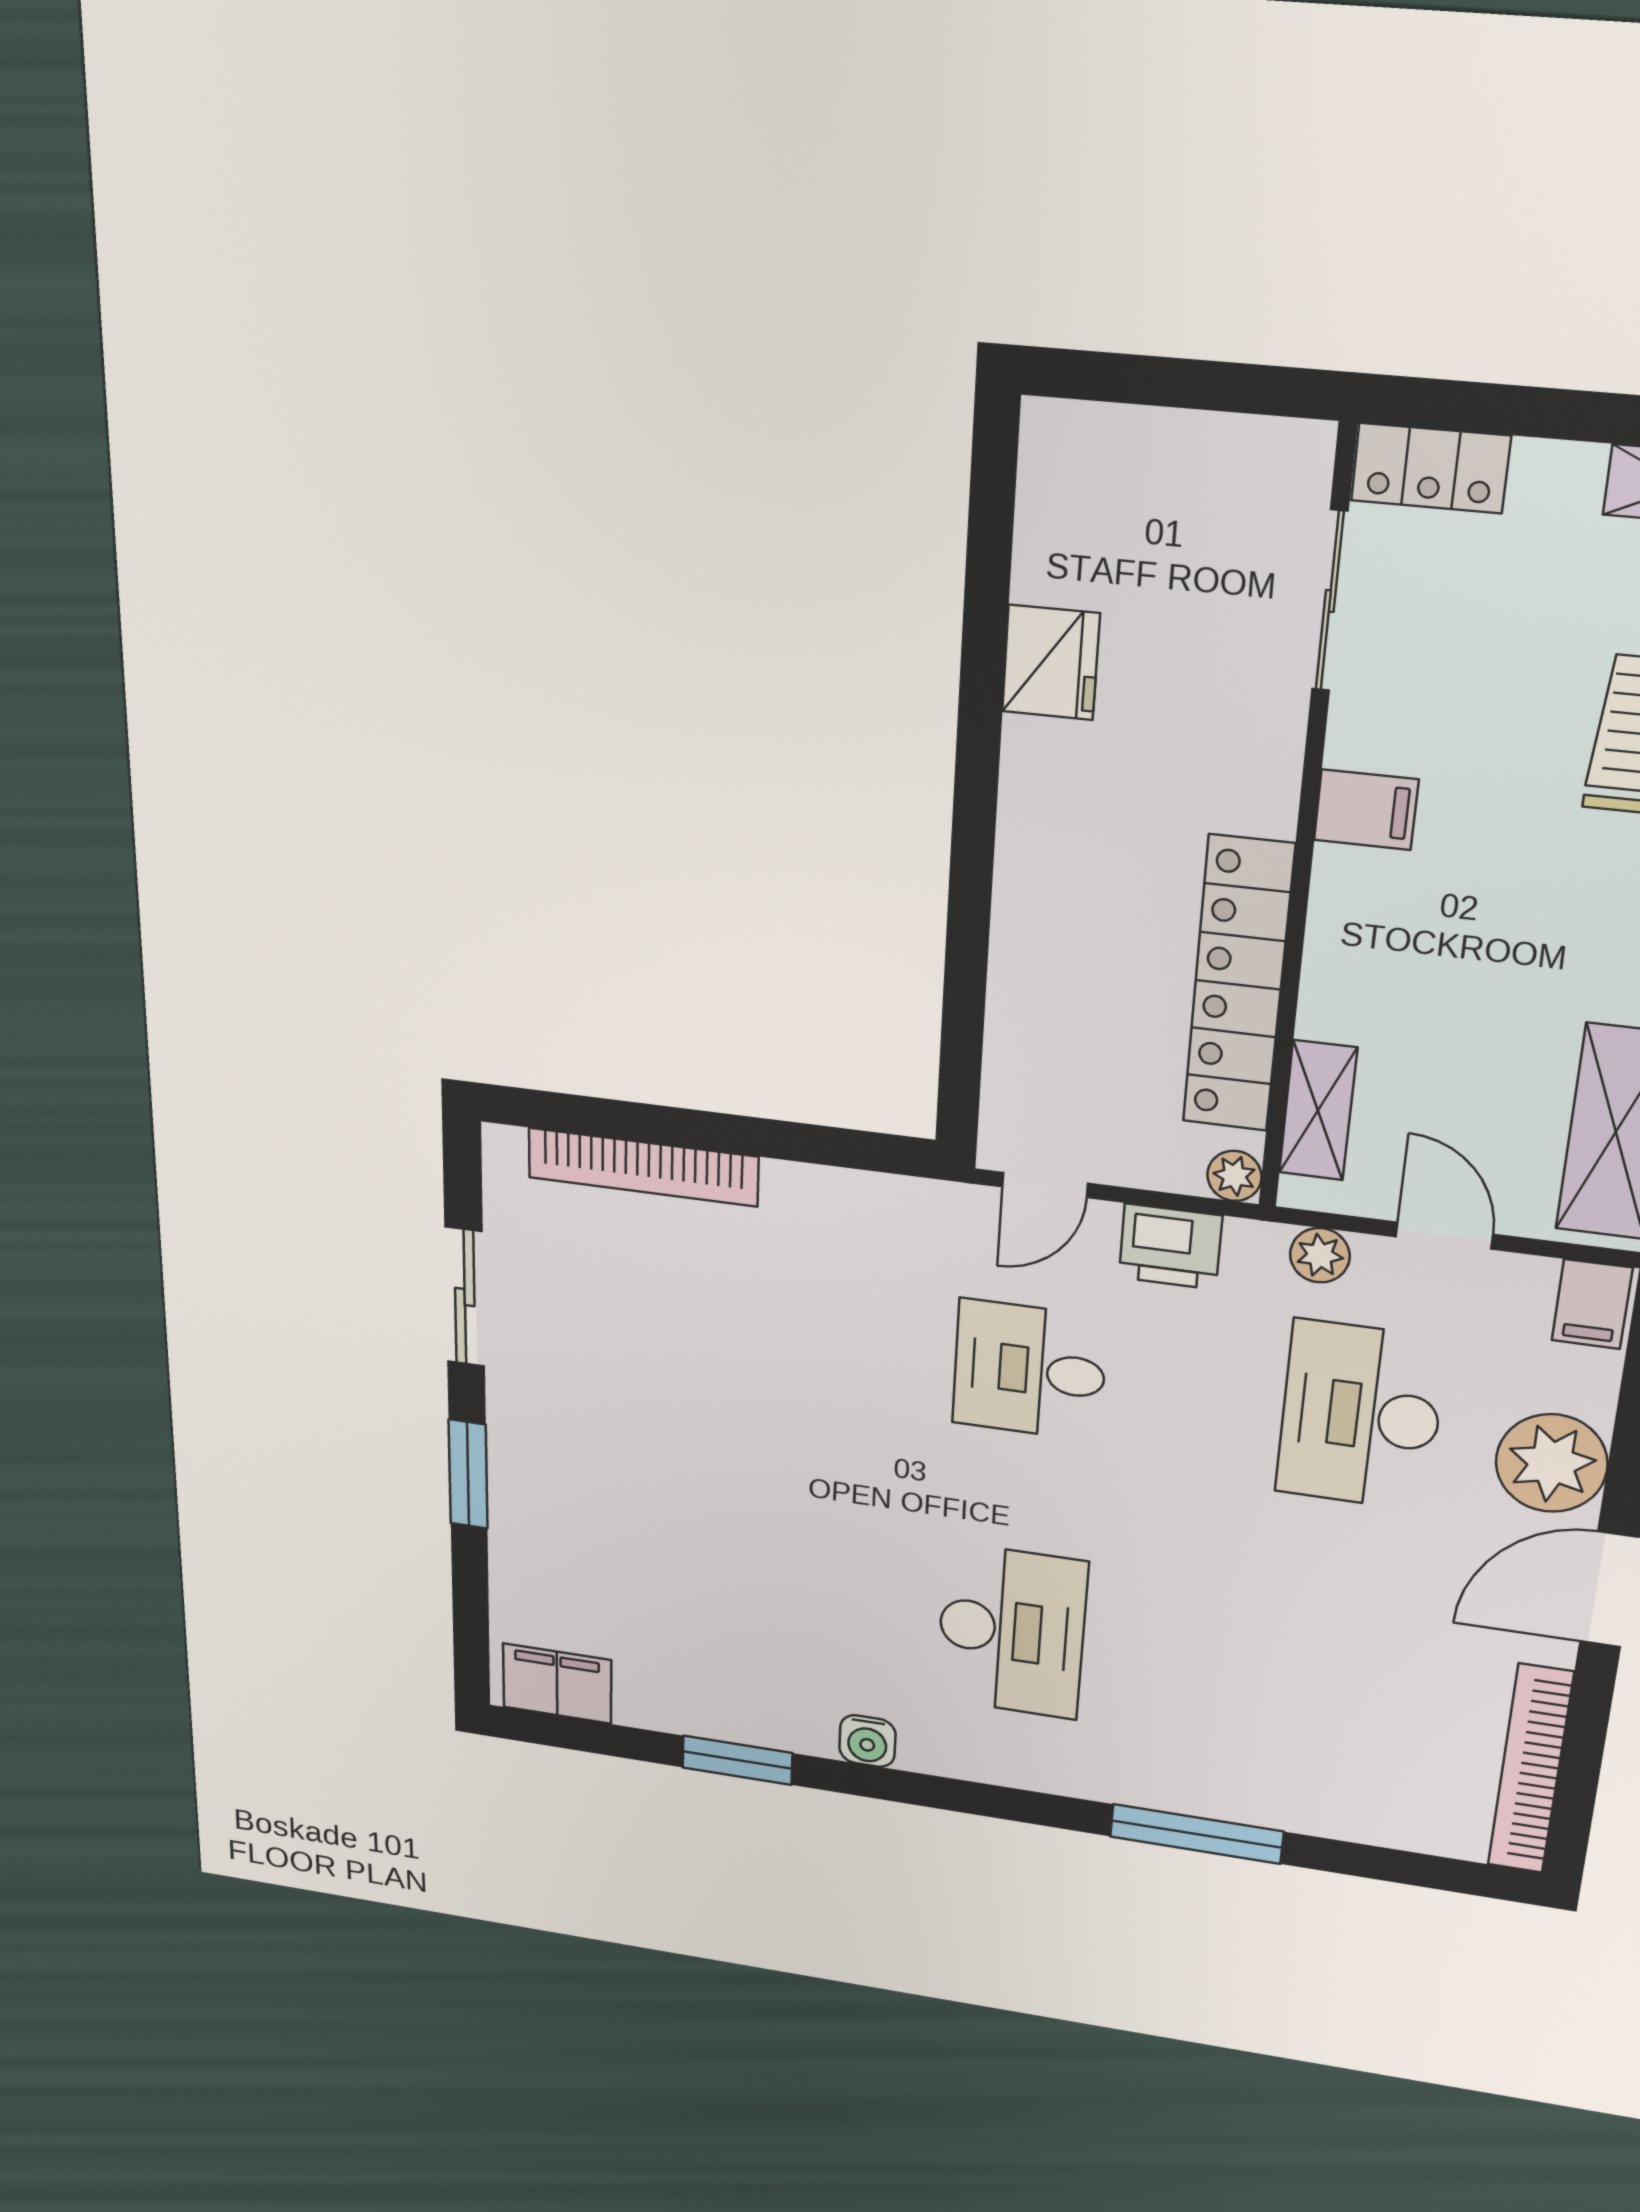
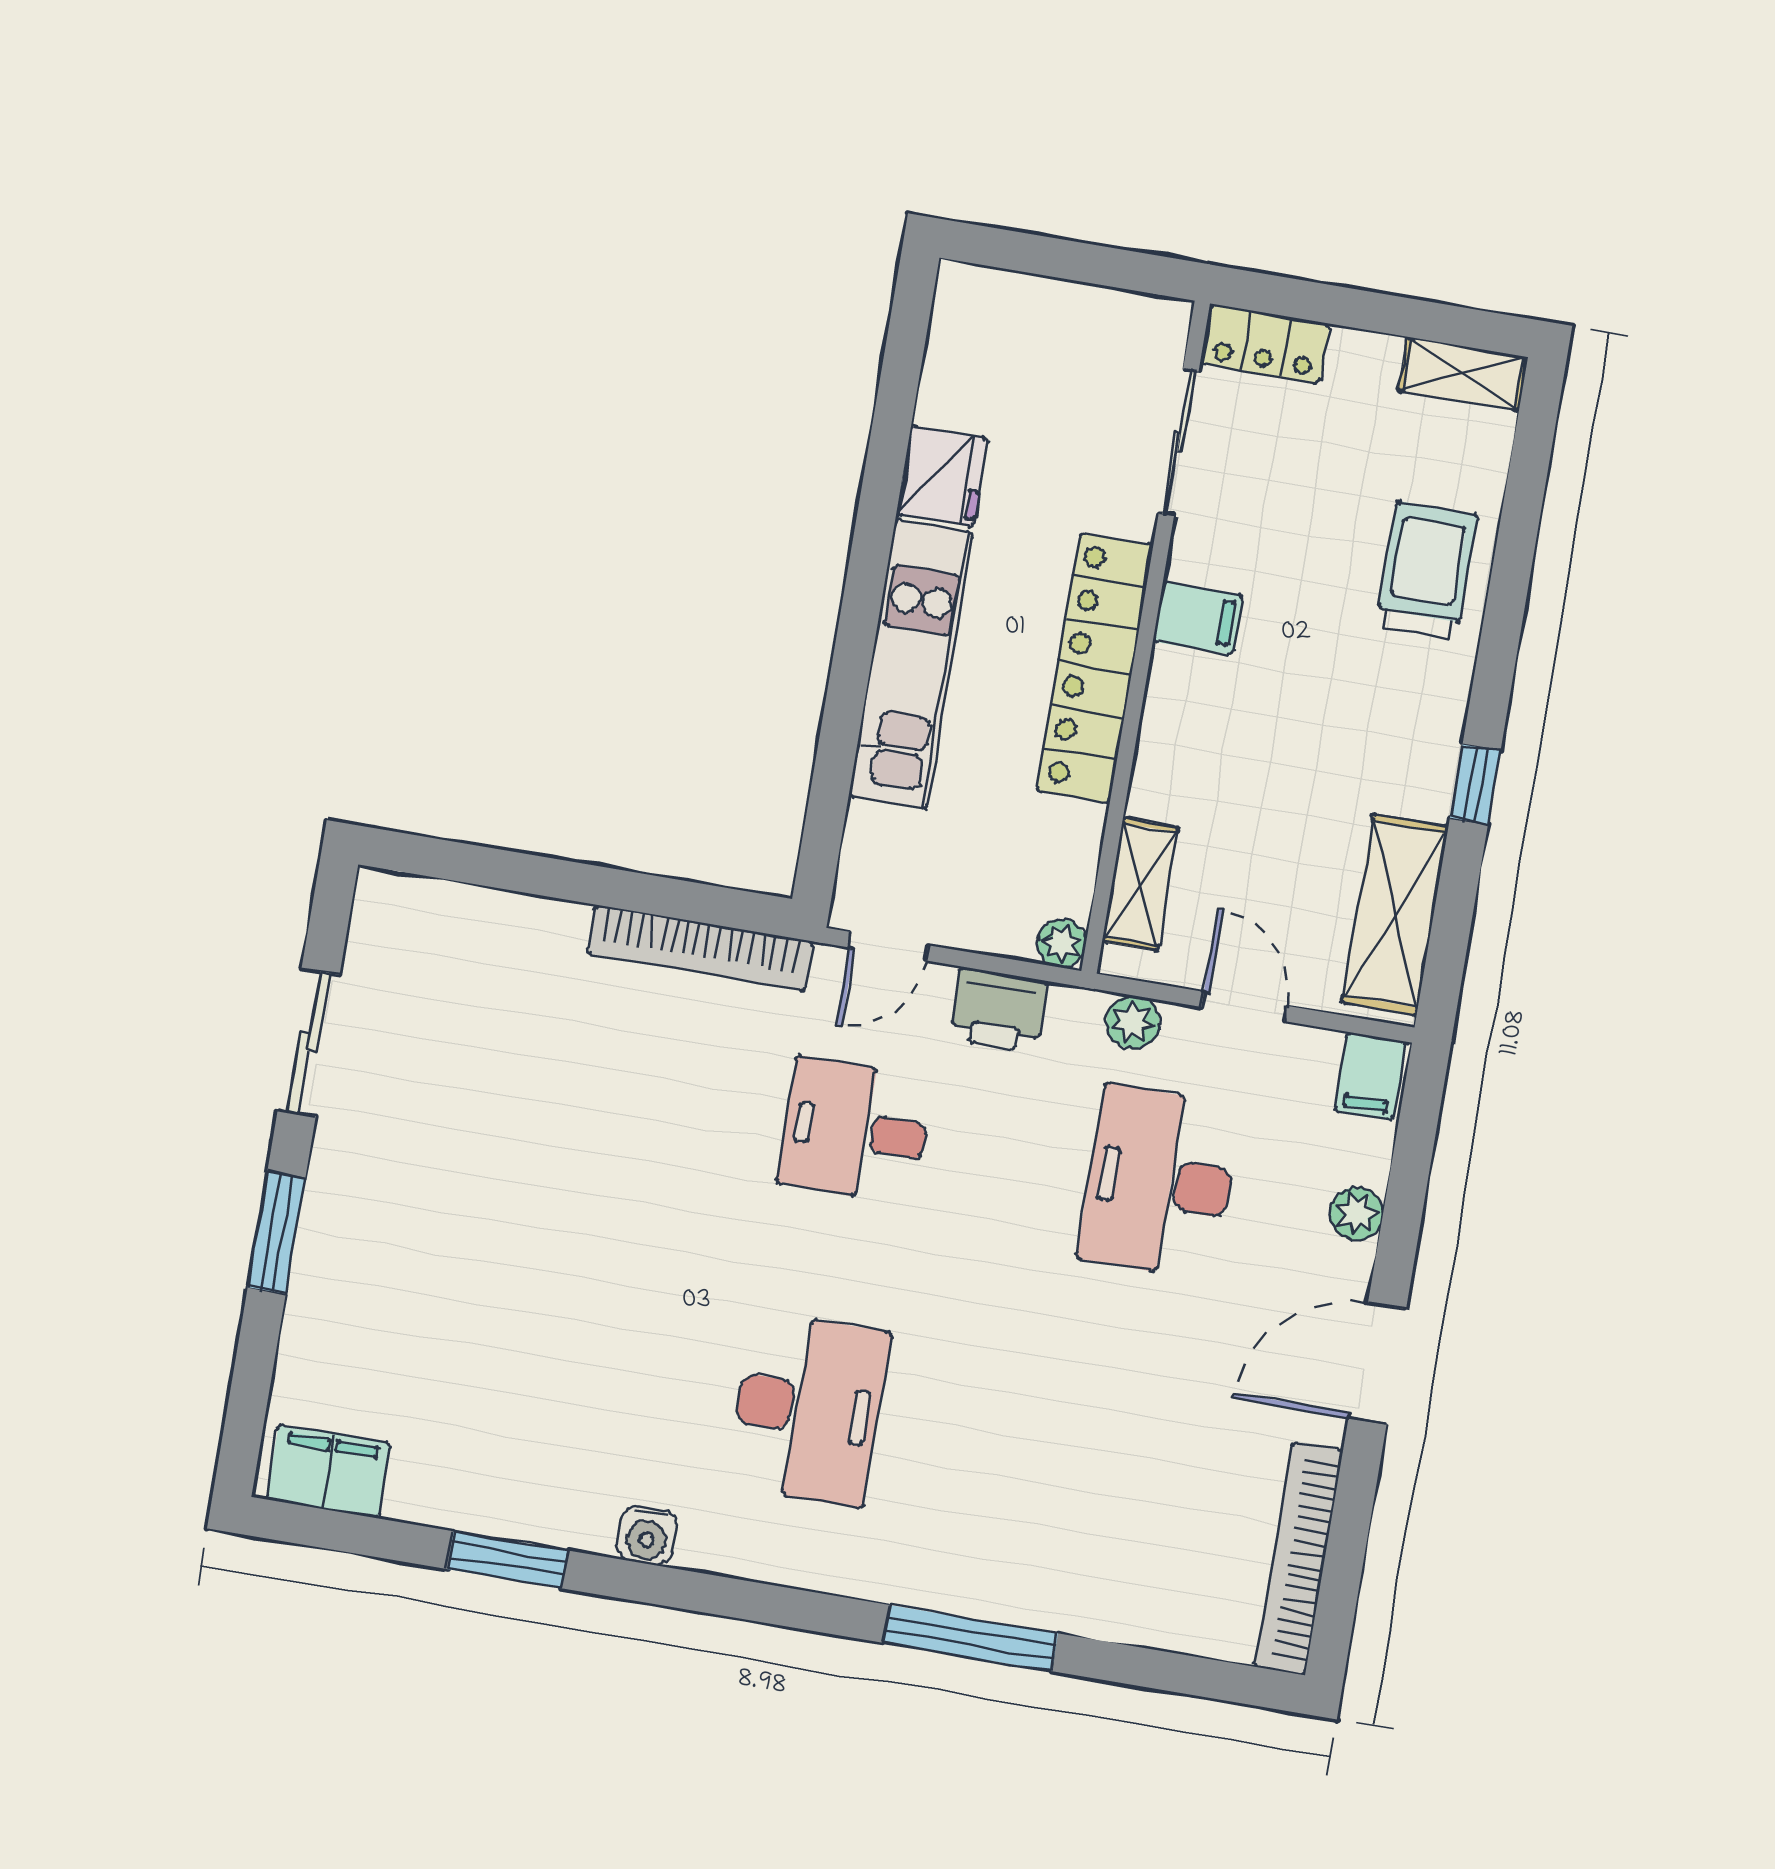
kitchen unit: (1037, 881) -> (911, 664), added
locker: (1238, 985) -> (1095, 668), moved
bookcase: (643, 1167) -> (700, 948), moved
plant: (1552, 1463) -> (1356, 1214), width x0.53, depth x0.53

